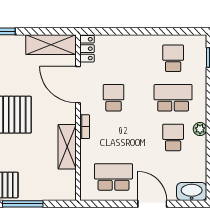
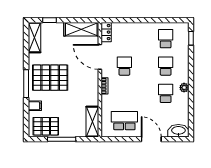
school desk: (173, 98) -> (166, 66), width x0.54
shelving: (67, 147) -> (92, 122), moved

